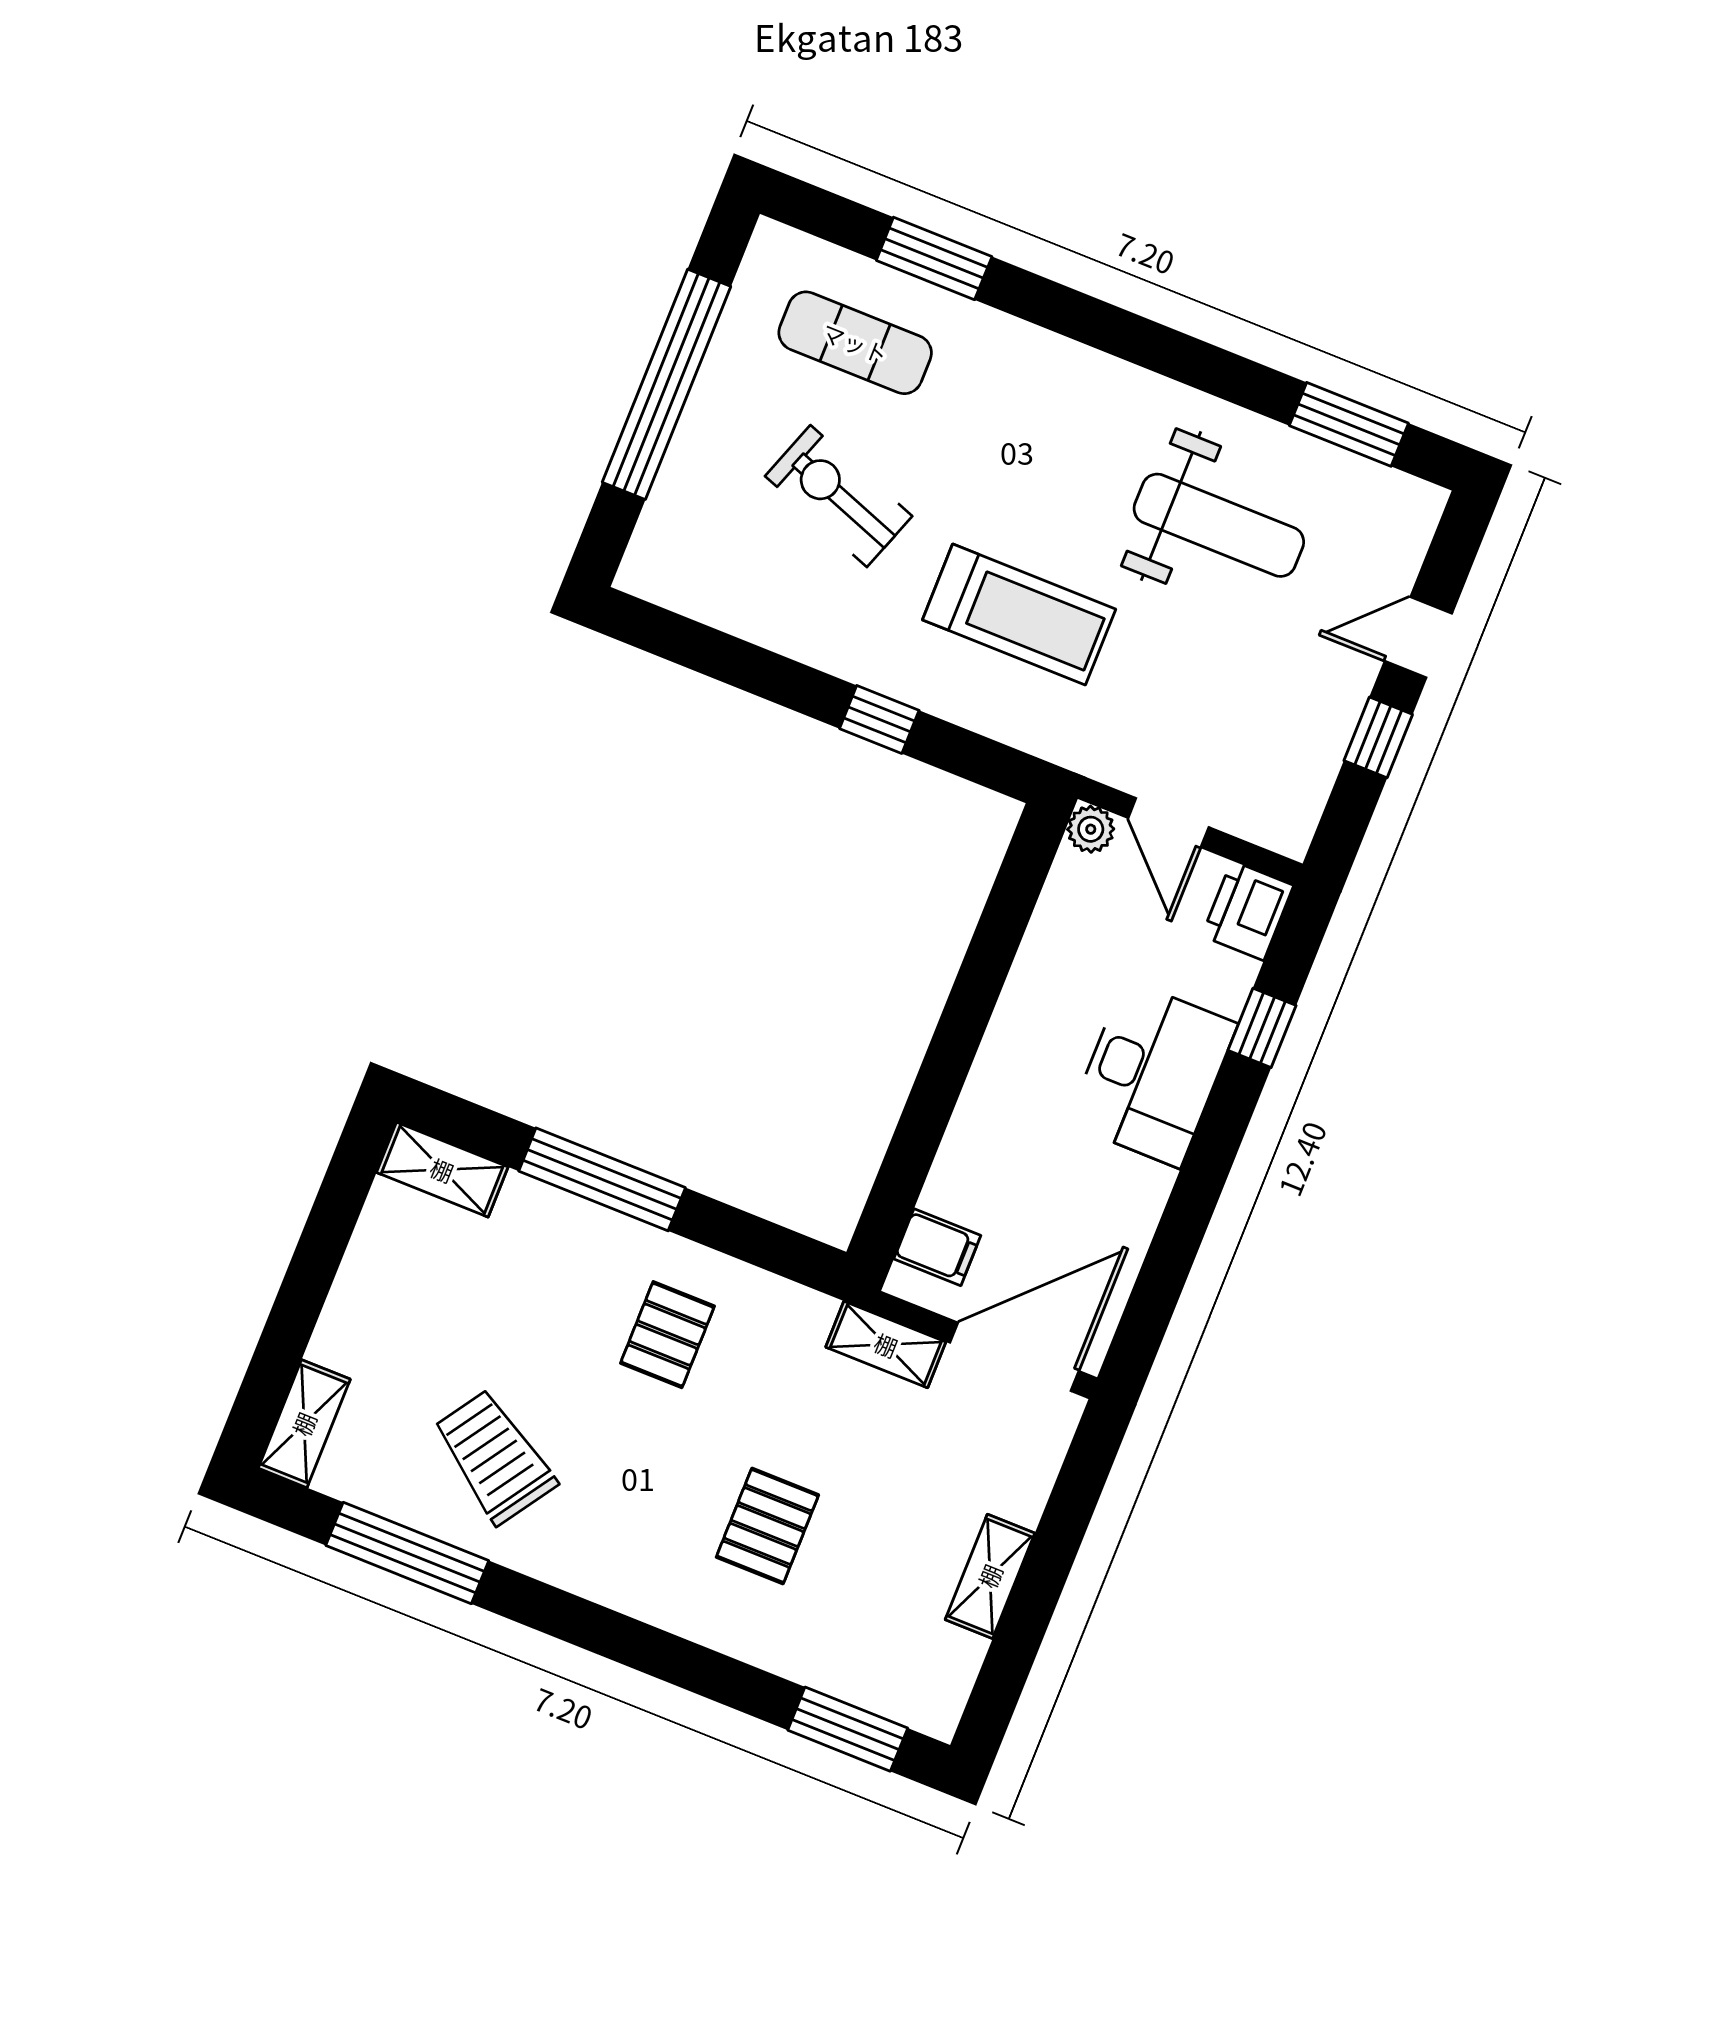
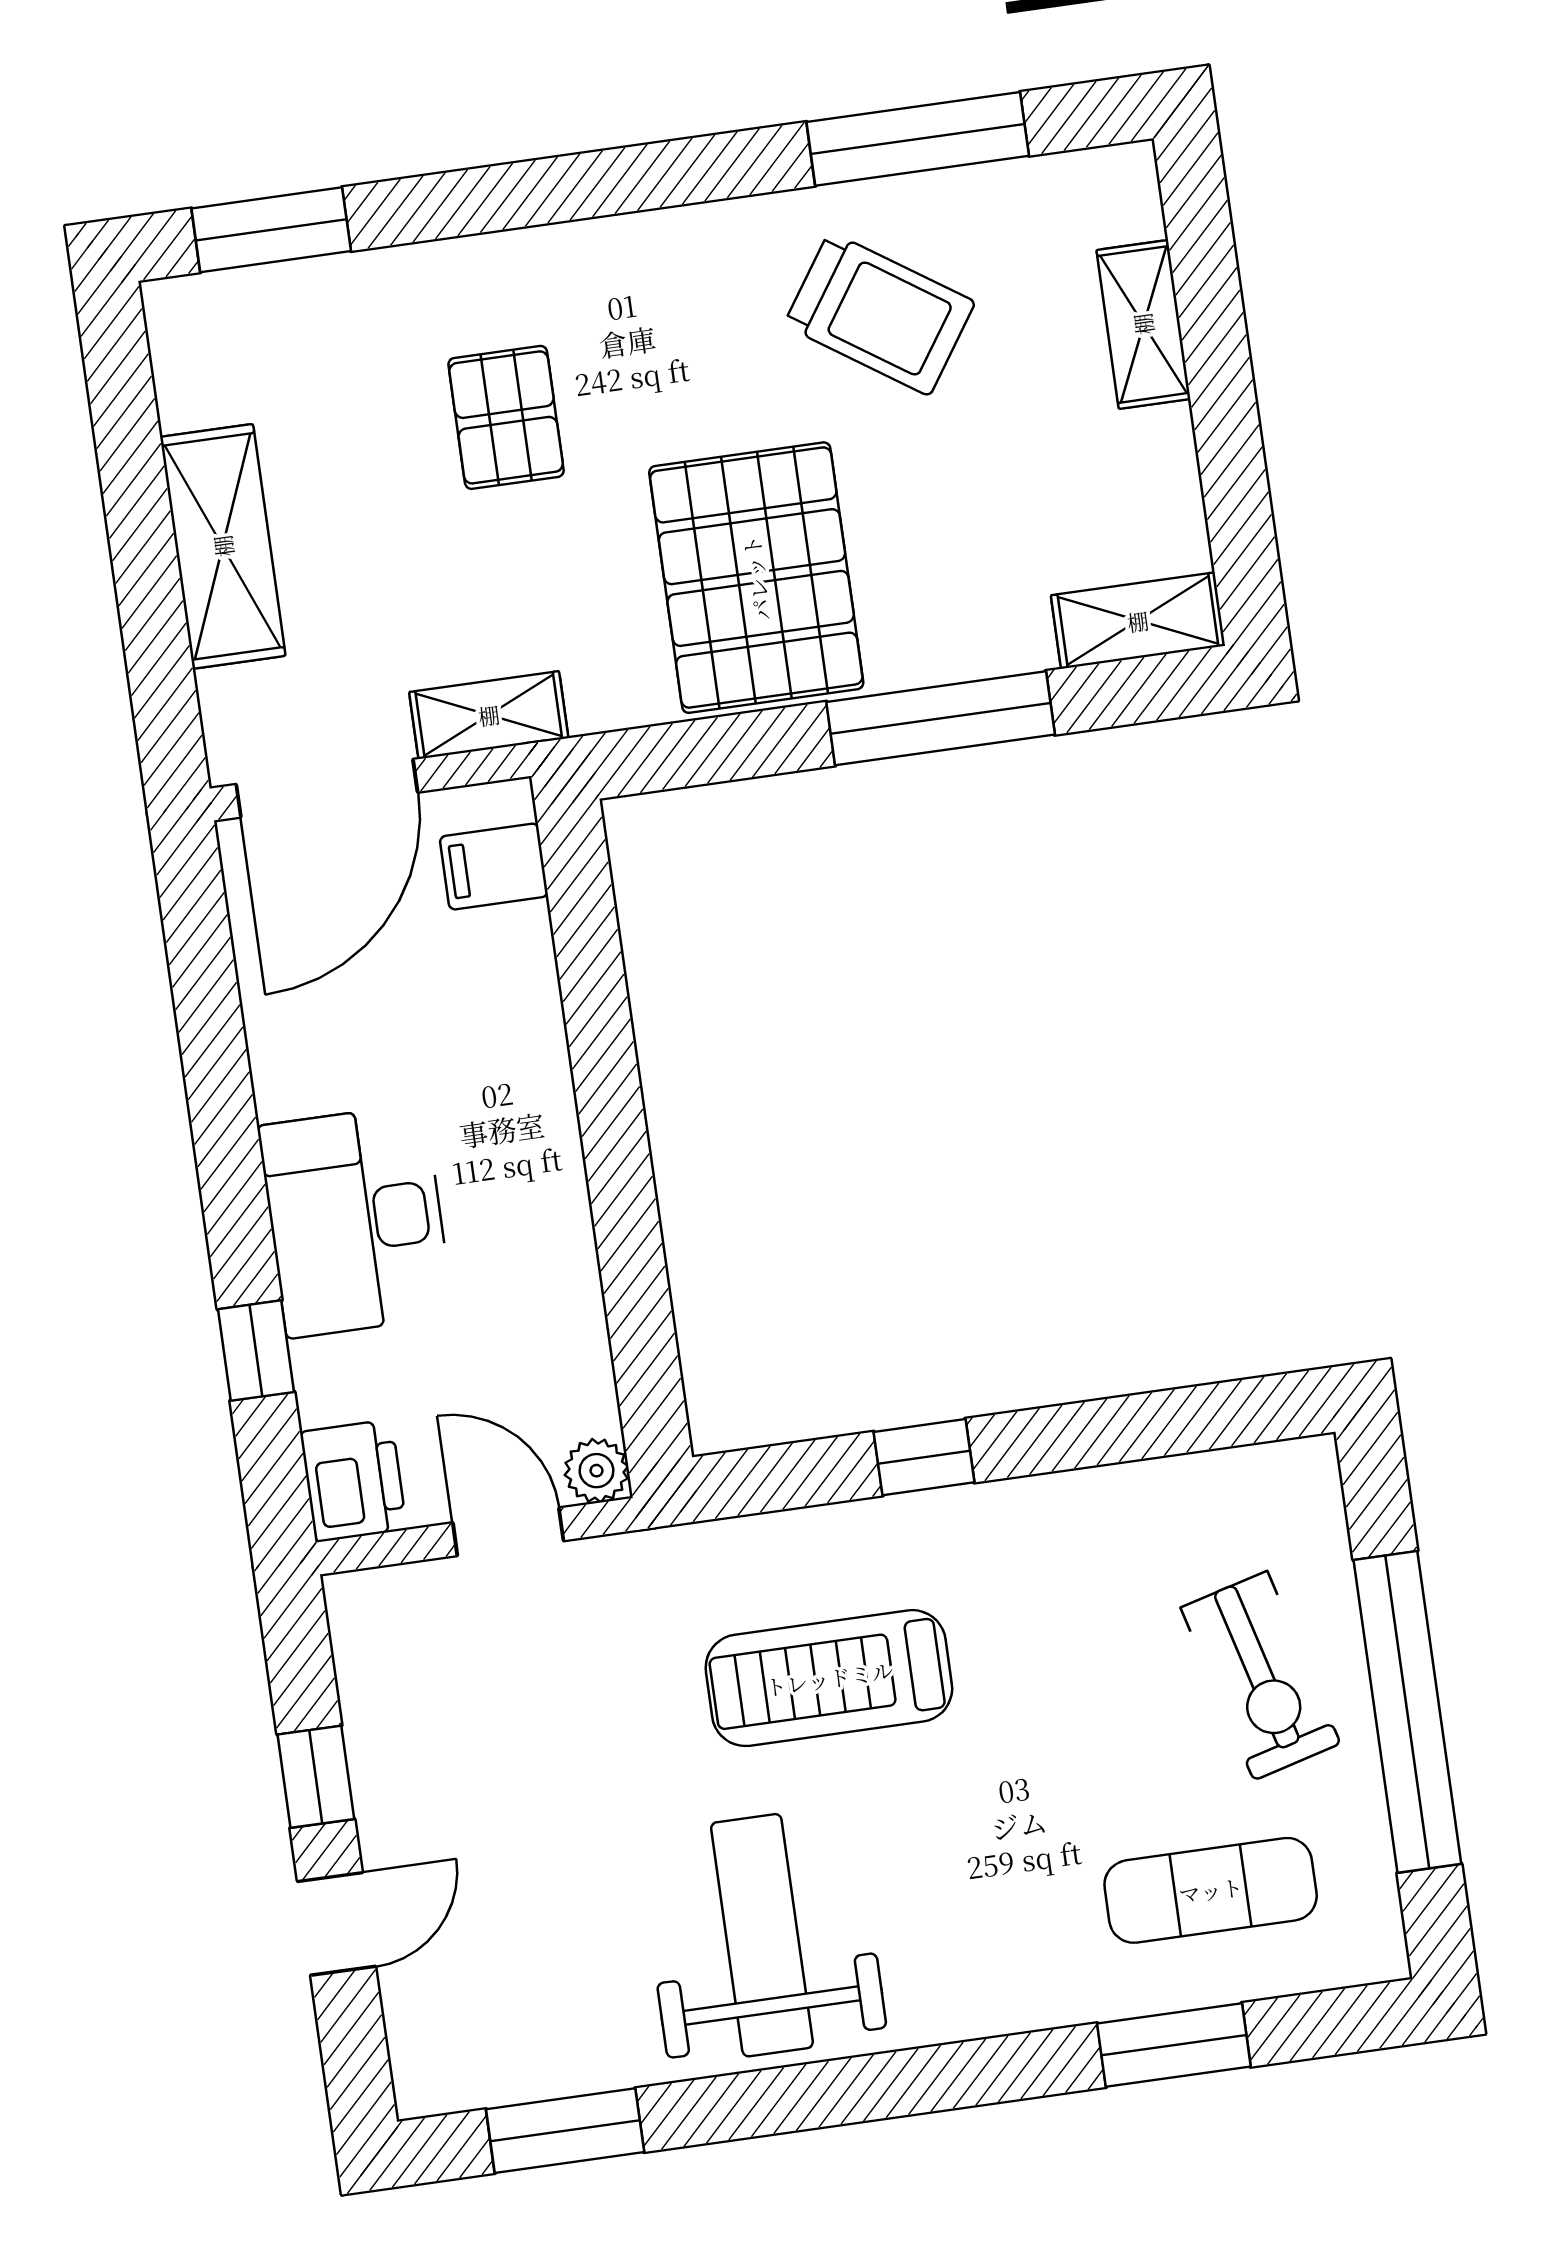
exercise bike: (839, 496) -> (1260, 1676), moved, turned 55
weight bench: (1219, 525) -> (762, 1935), moved, turned 90
pallet: (667, 1335) -> (756, 578), width x2.05, depth x2.00
shelving: (304, 1424) -> (1143, 324), moved
shelving: (990, 1576) -> (223, 546), width x1.50, depth x1.33

